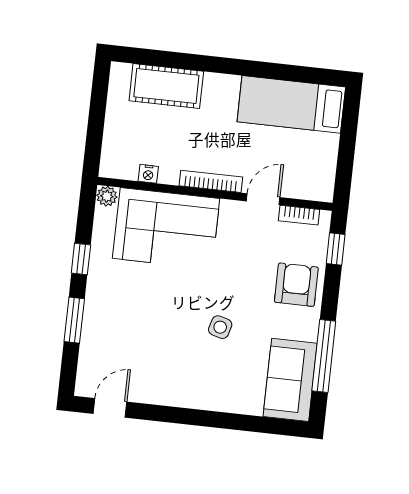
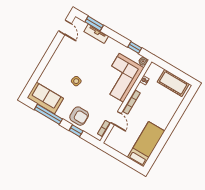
cot: (166, 86) -> (173, 83), moved, turned 90
window: (336, 249) -> (76, 131), moved
window: (81, 259) -> (135, 48), moved
window: (74, 320) -> (94, 23), moved
tv unit: (92, 331) -> (96, 34), added

